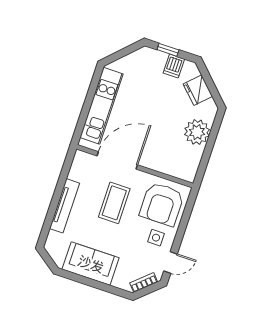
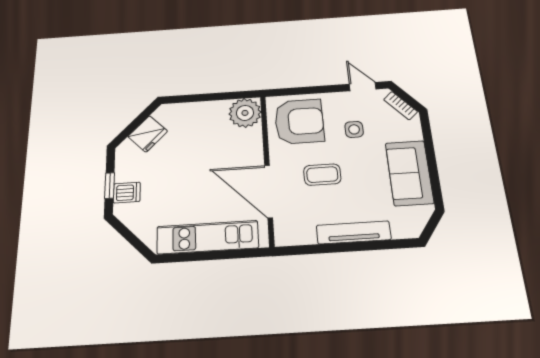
dishwasher: (174, 66) -> (127, 193), moved
plant: (197, 132) -> (245, 113), moved
coffee table: (114, 203) -> (322, 175), width x0.73, depth x0.77
side table: (156, 238) -> (354, 129), moved

